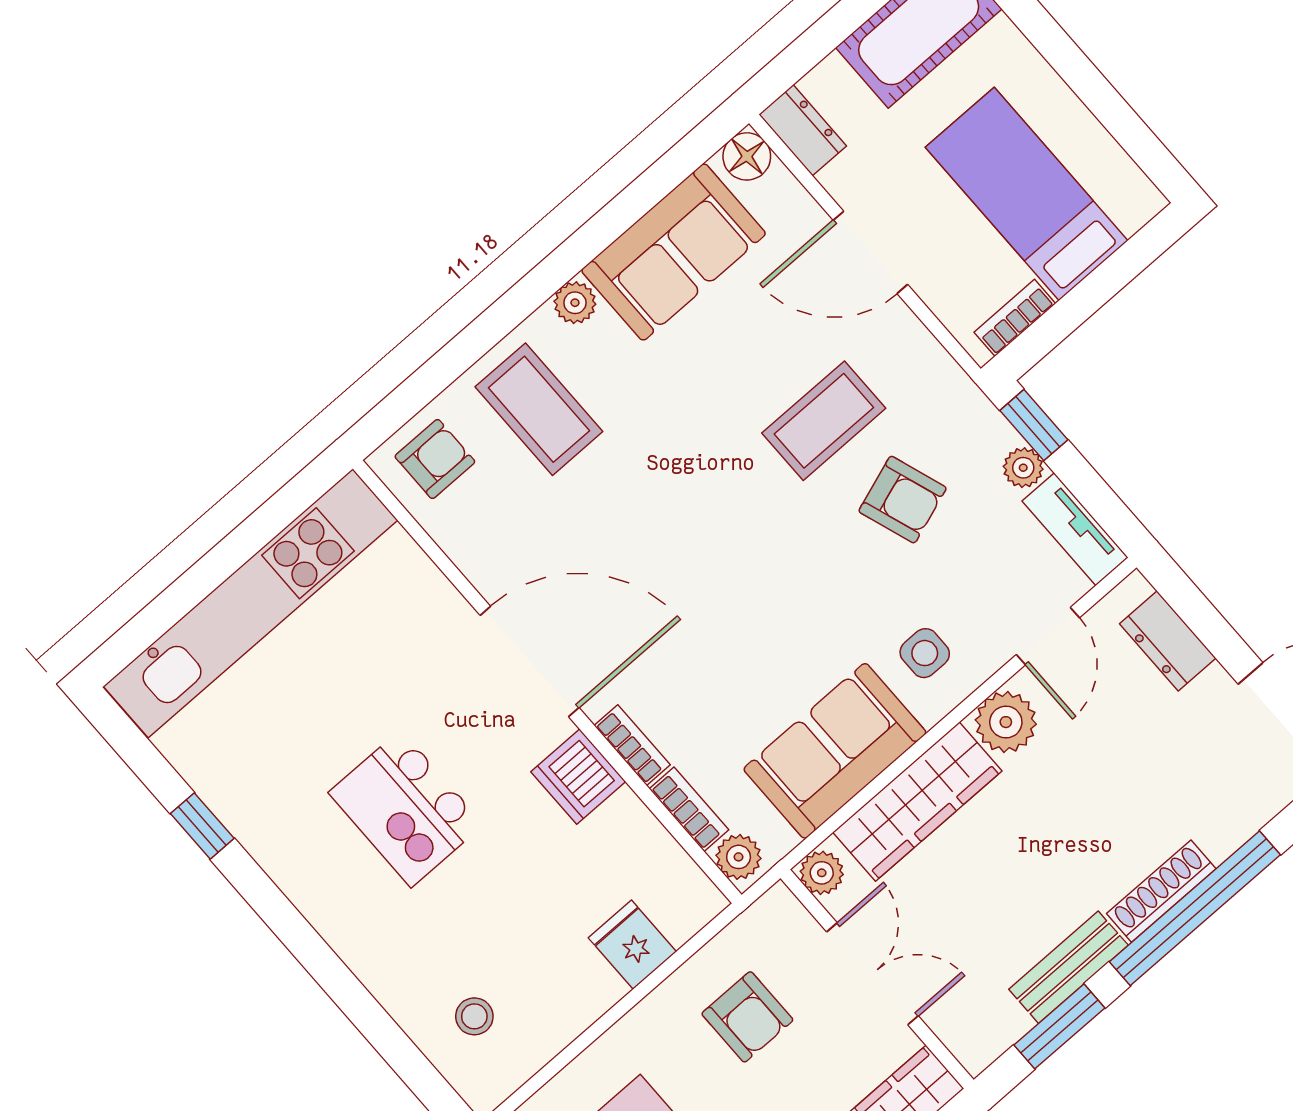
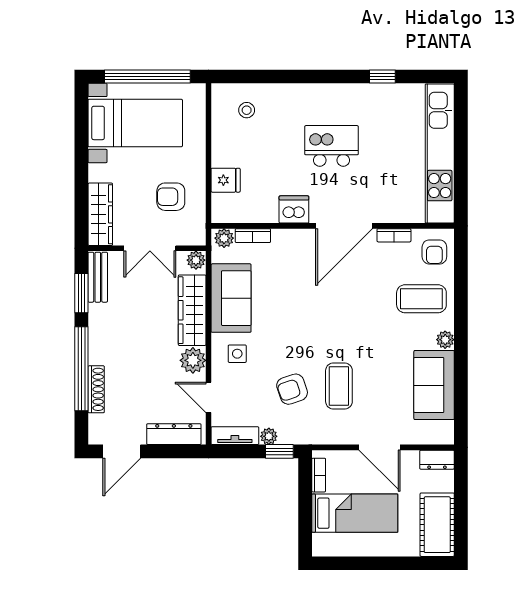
floor lamp: (747, 156) -> (444, 435), removed
door: (870, 252) -> (379, 447), swing flipped
dresser: (1168, 641) -> (174, 434), width x1.44
bookcase: (632, 745) -> (394, 235), moved
shoe rack: (1161, 891) -> (96, 389), moved
bench: (1068, 967) -> (98, 277), moved

